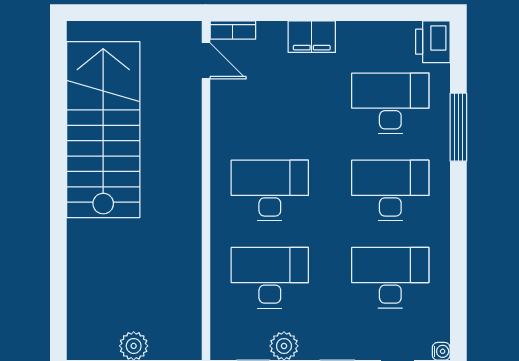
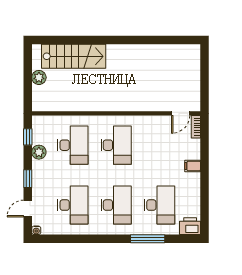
filing cabinet: (312, 37) -> (193, 166), width x0.50
stairs: (103, 130) -> (74, 56), moved, width x0.73, depth x0.66

